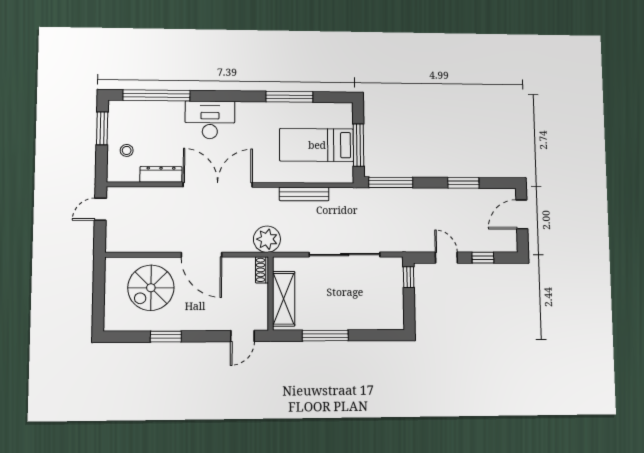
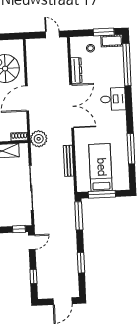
cot: (117, 117) -> (112, 41), added
desk: (210, 120) -> (113, 99), width x0.73
door: (522, 214) -> (63, 301), swing flipped
door: (446, 258) -> (32, 242), moved

